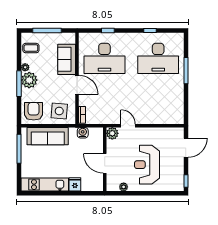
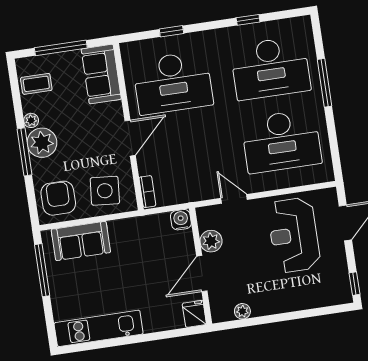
sofa: (67, 59) -> (101, 74), moved
door: (77, 85) -> (130, 138), hinge flipped
desk: (158, 99) -> (281, 141), added
water cooler: (83, 133) -> (181, 220), moved
plant: (112, 133) -> (211, 241), moved
sofa: (48, 136) -> (81, 241), width x0.73
door: (105, 163) -> (202, 274), hinge flipped
reception desk: (147, 165) -> (294, 235), moved
fridge: (75, 184) -> (194, 314), moved

